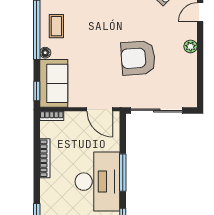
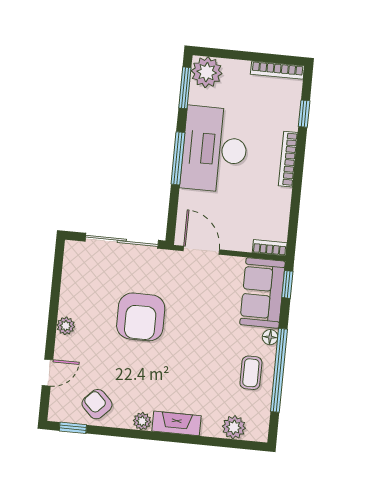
armchair: (138, 58) -> (141, 317), turned 94
bookcase: (45, 158) -> (288, 159), moved

